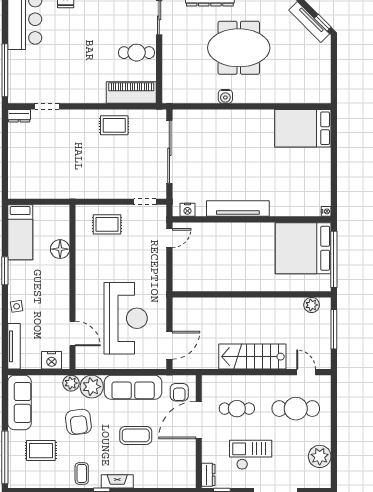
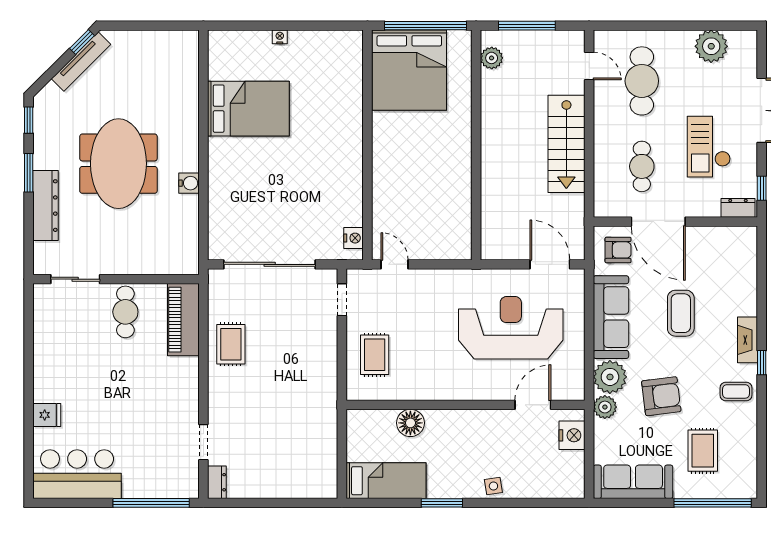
bed: (303, 128) -> (248, 109), moved, turned -90
tv unit: (238, 209) -> (352, 165), removed
nightstand: (326, 211) -> (280, 37), moved
tv unit: (14, 346) -> (552, 490), removed
door: (306, 372) -> (589, 66), swing flipped

